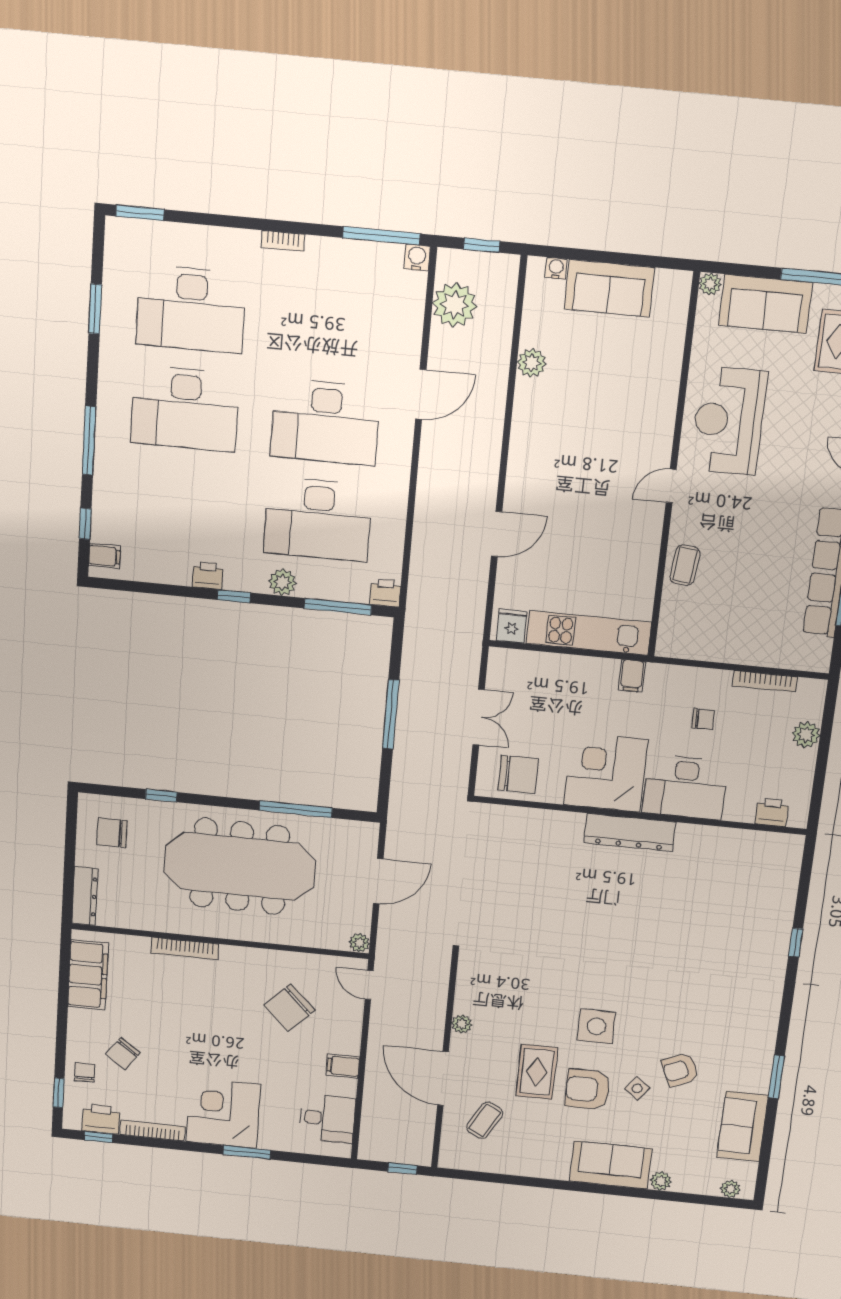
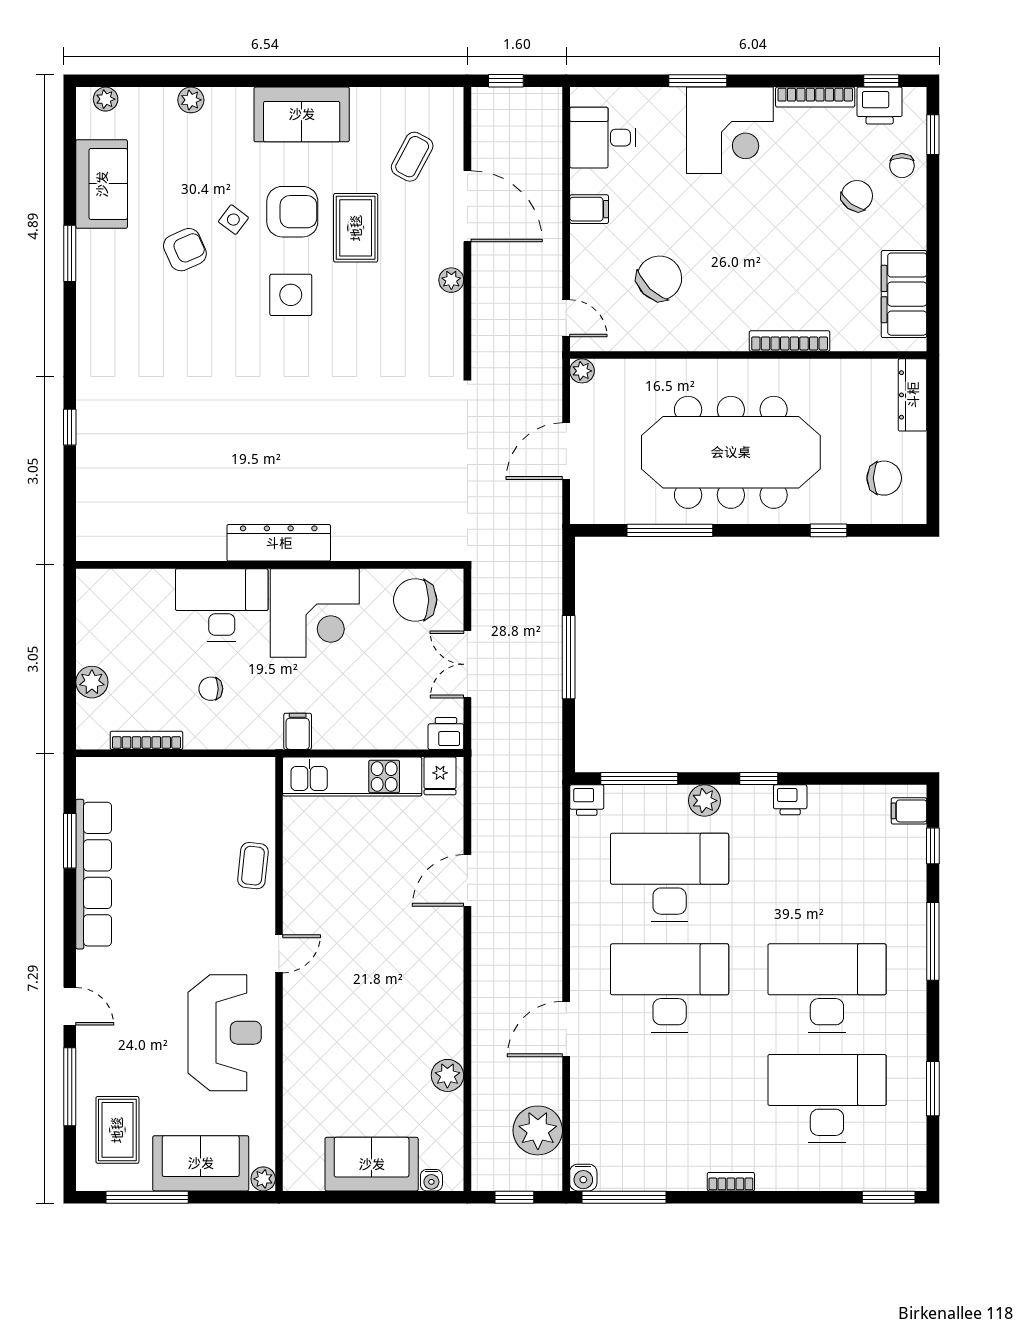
printer: (772, 812) -> (446, 733), moved, turned 180
sofa: (611, 1165) -> (302, 114), moved

